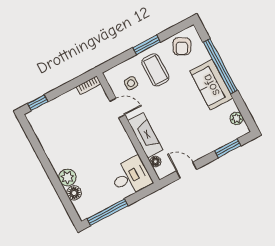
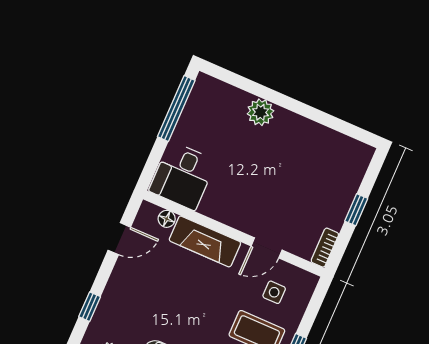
window: (38, 103) -> (356, 210), moved
window: (228, 148) -> (90, 307), width x0.67
floor lamp: (74, 193) -> (237, 100), removed

